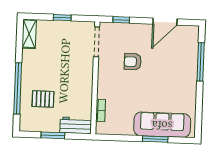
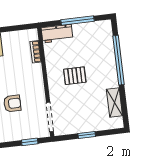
shelving: (29, 34) -> (114, 102), moved
pallet: (43, 99) -> (75, 76), moved
window: (53, 135) -> (78, 21), width x1.44

